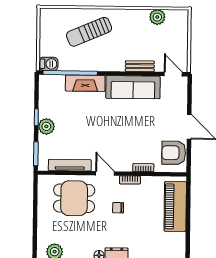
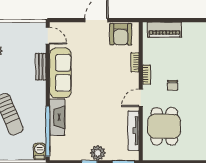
door: (173, 74) -> (48, 36), swing flipped
piano: (175, 206) -> (164, 30), width x0.73, depth x0.75

